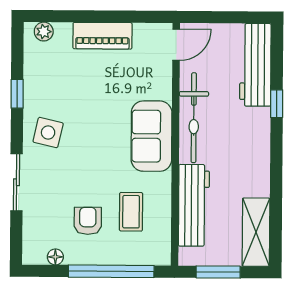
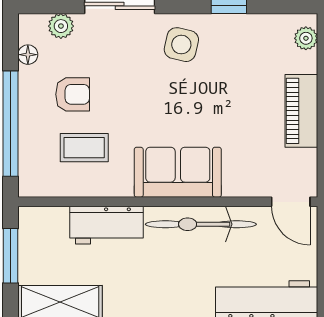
workbench: (194, 205) -> (106, 225), width x0.73
plant: (32, 230) -> (61, 26), added

